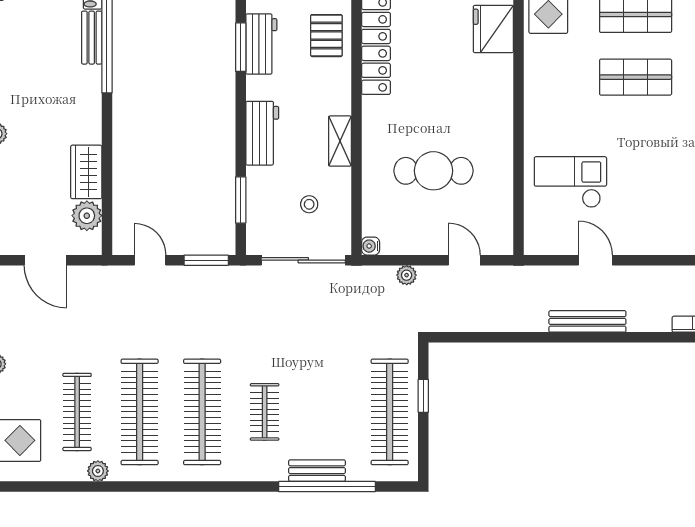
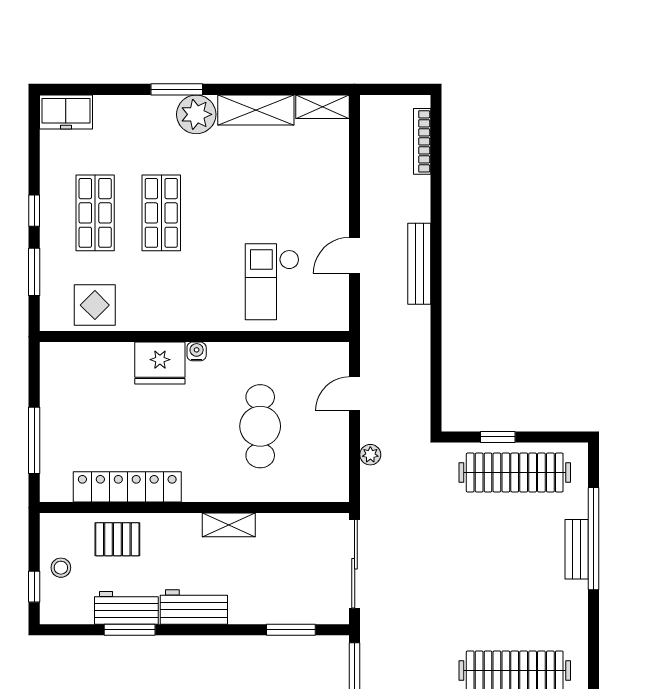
fridge: (493, 29) -> (160, 363), moved
workbench: (262, 133) -> (194, 607), moved
stool: (309, 204) -> (296, 557), removed
water cooler: (371, 246) -> (197, 351), moved, turned 180
clothes rail: (265, 412) -> (515, 604), removed

